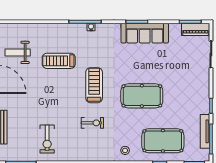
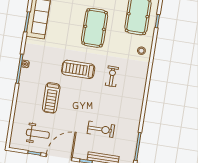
weight bench: (18, 52) -> (38, 134), turned -90
exercise bike: (47, 139) -> (101, 129), moved

